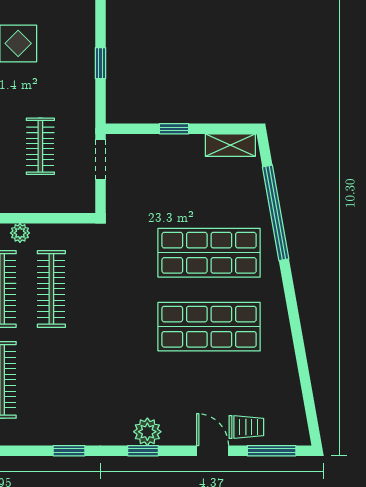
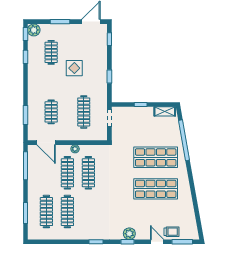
clothes rail: (40, 146) -> (84, 112), width x1.36

